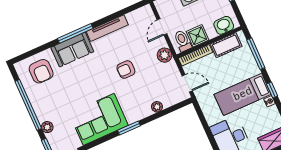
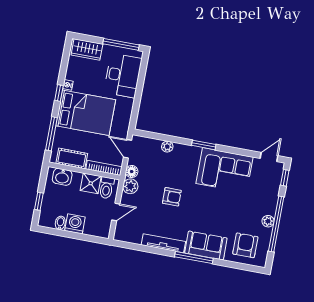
floor lamp: (172, 68) -> (132, 172), added
bed: (243, 94) -> (86, 113), width x1.50
plant: (47, 127) -> (268, 221), moved

